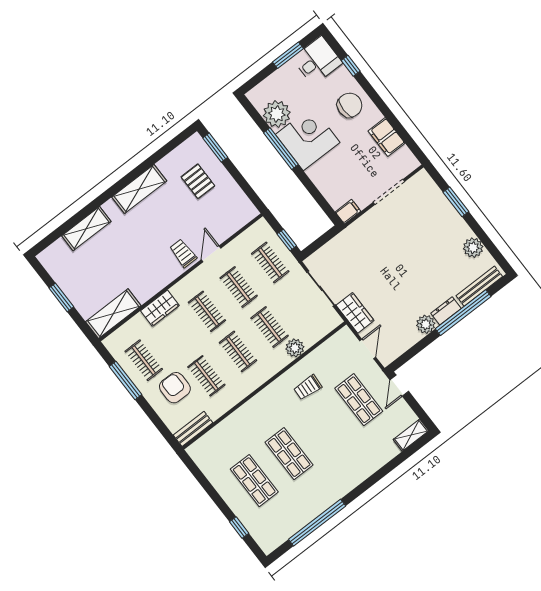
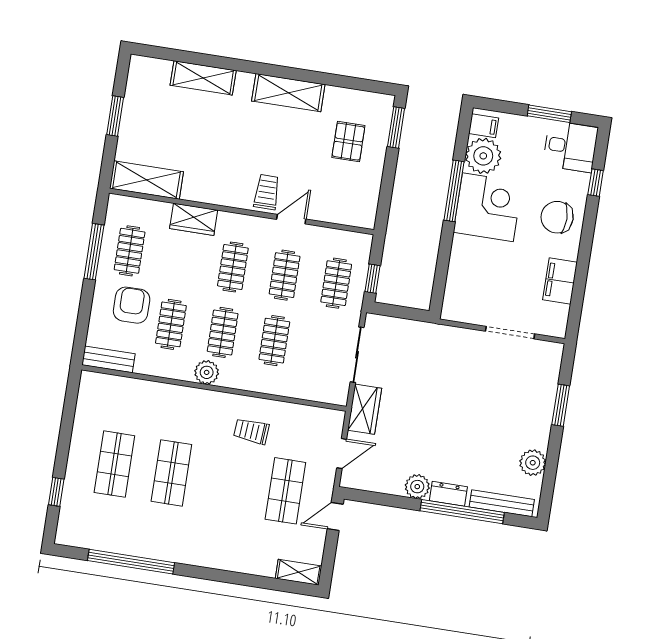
chair: (350, 105) -> (557, 217), turned 180
filing cabinet: (348, 212) -> (484, 126), moved
plant: (295, 348) -> (207, 372), moved

